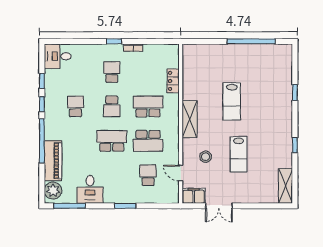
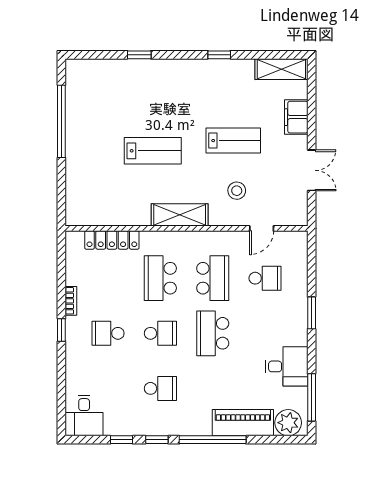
locker: (173, 81) -> (112, 240), width x1.53
school desk: (76, 106) -> (160, 388), turned 180
school desk: (148, 175) -> (265, 278), turned 180
filing cabinet: (194, 196) -> (296, 117), moved

